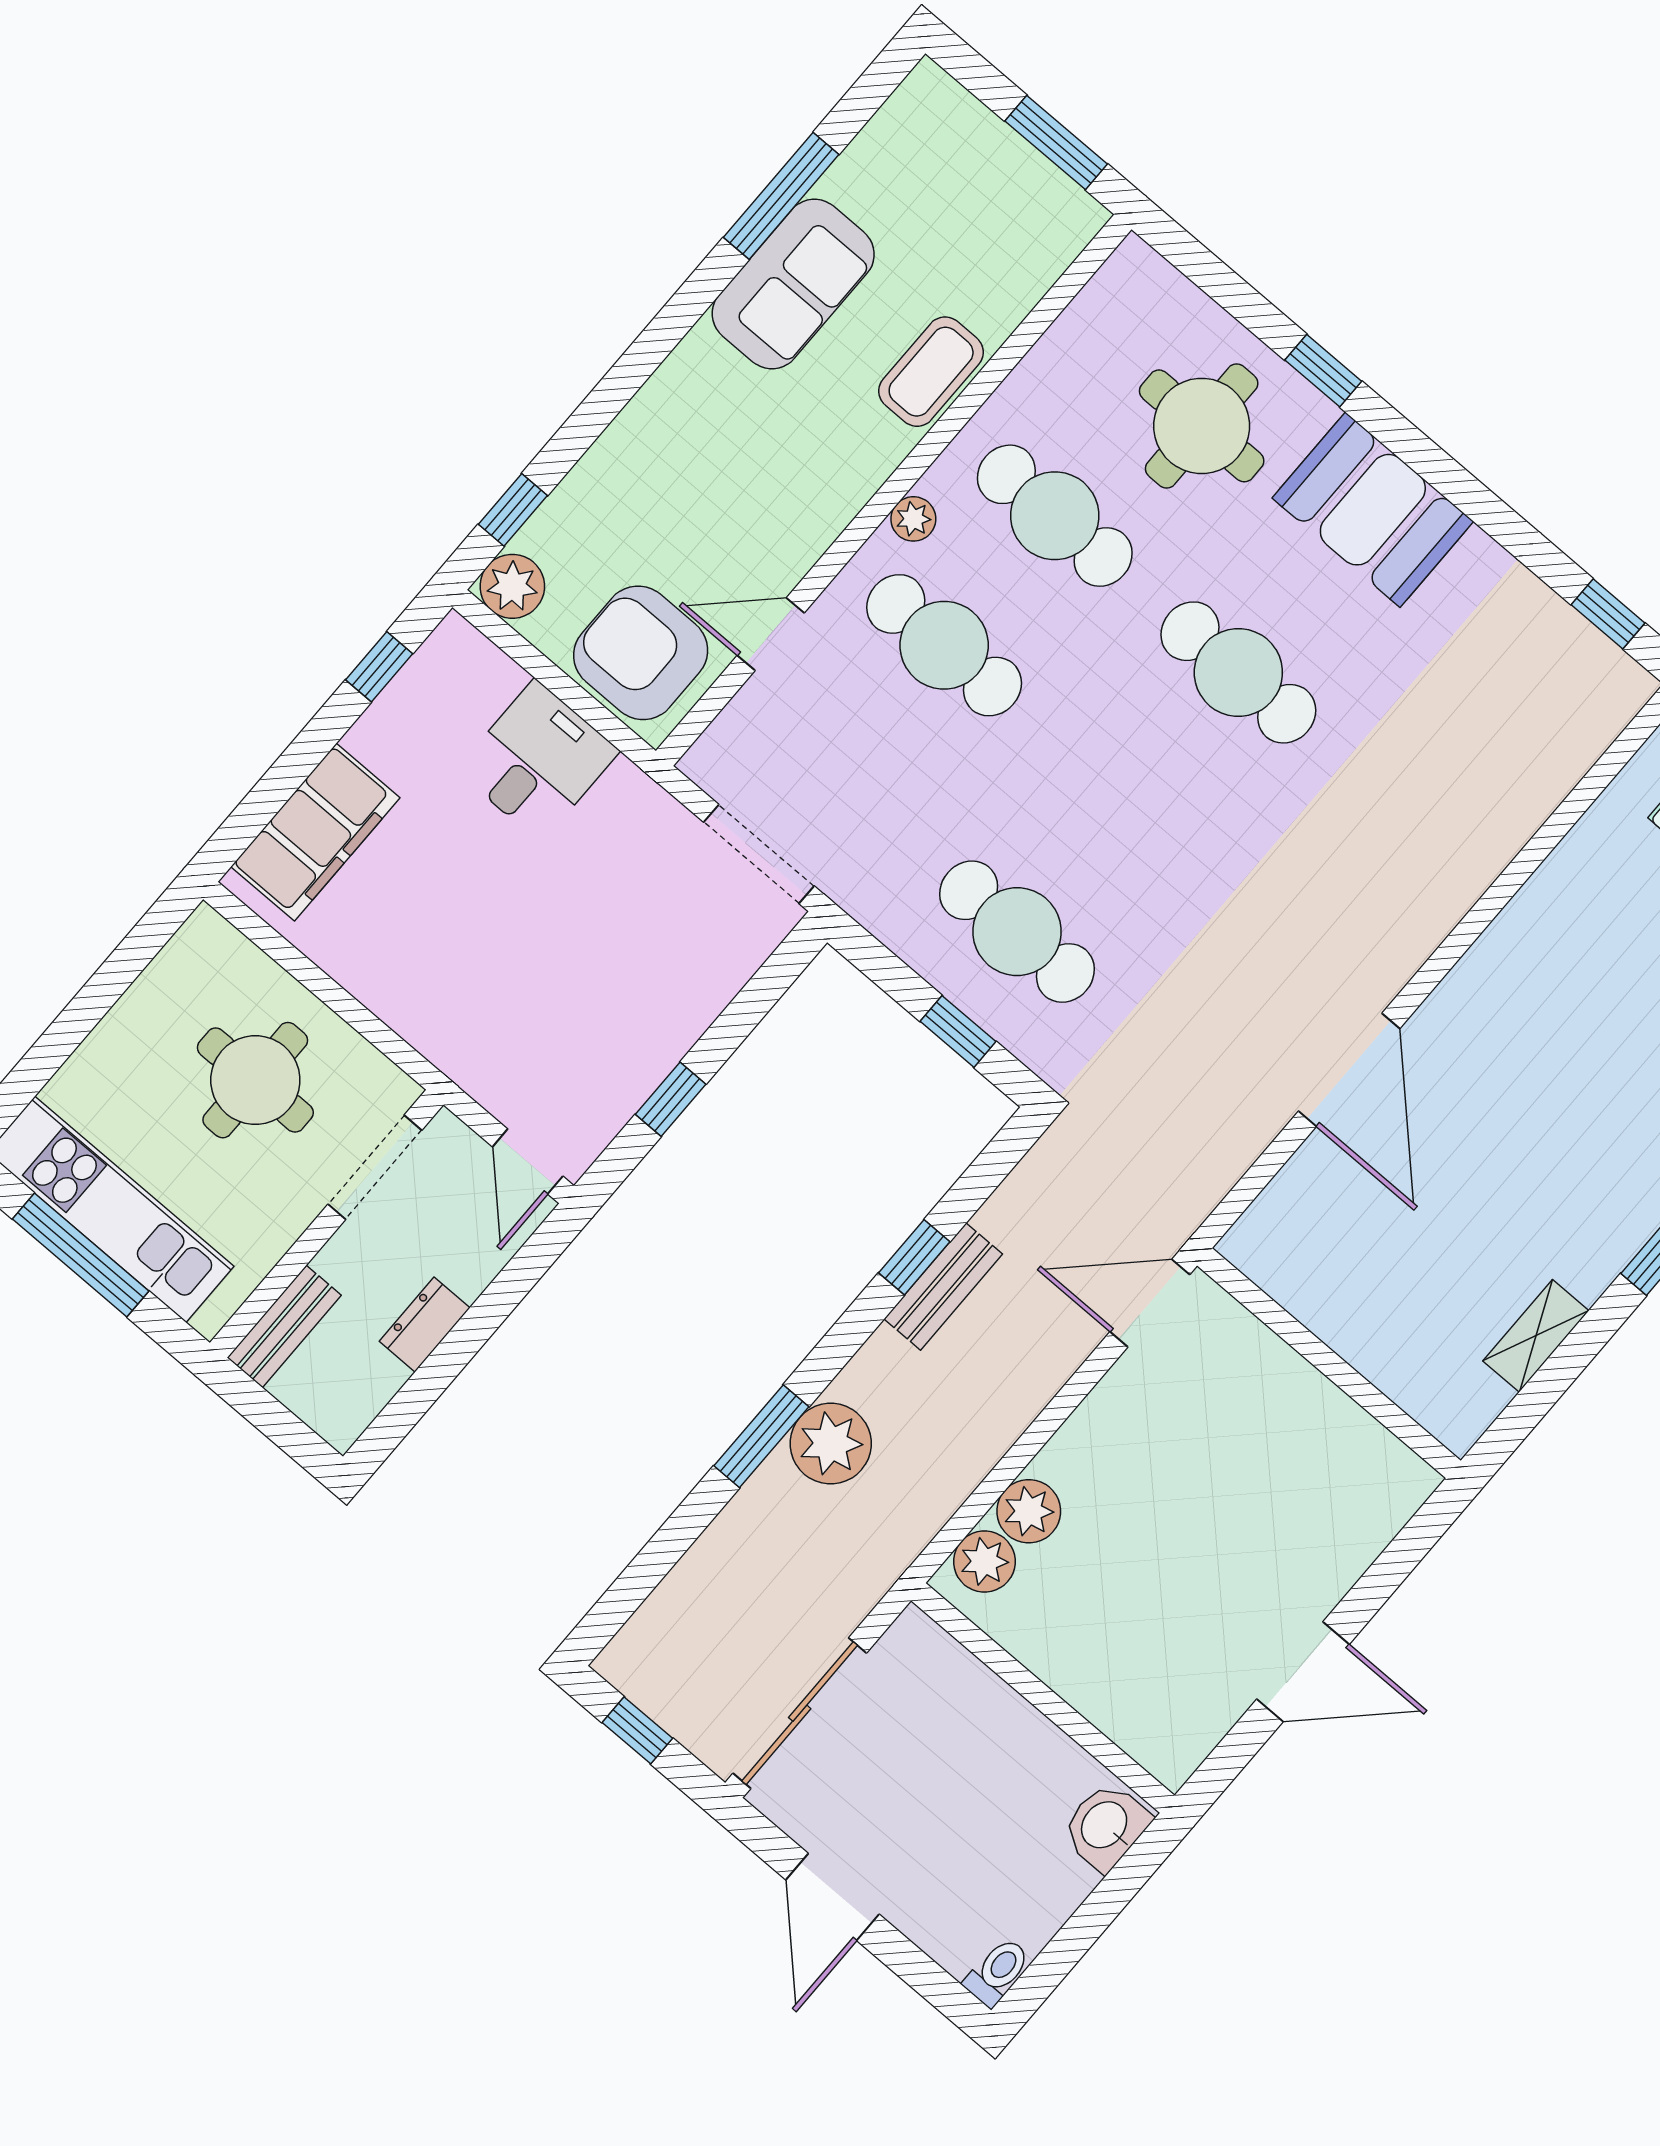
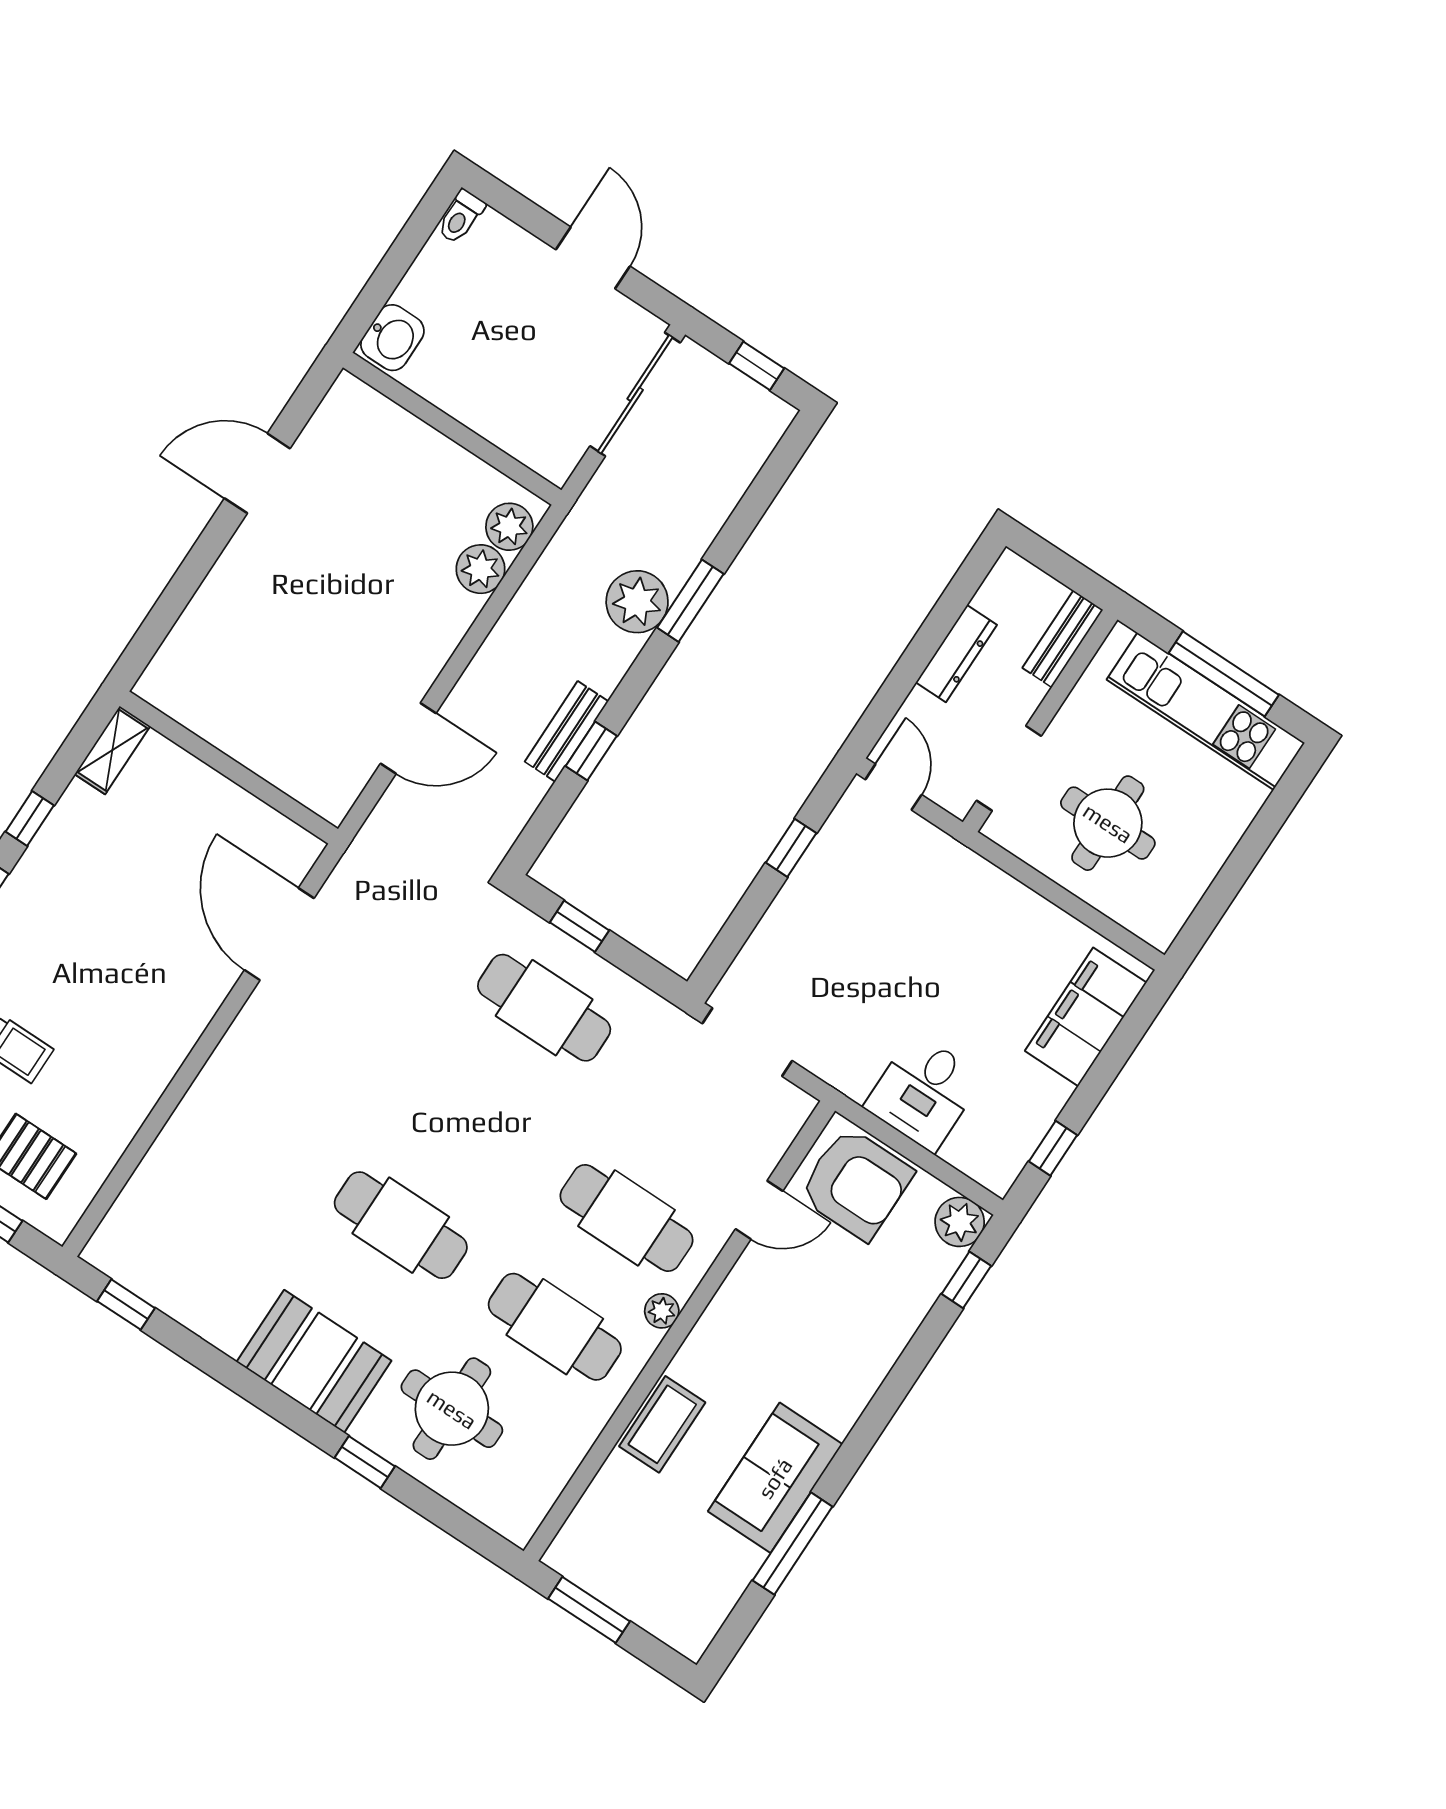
dresser: (425, 1325) -> (956, 654), width x1.44
wall: (1329, 1363) -> (229, 767), moved

